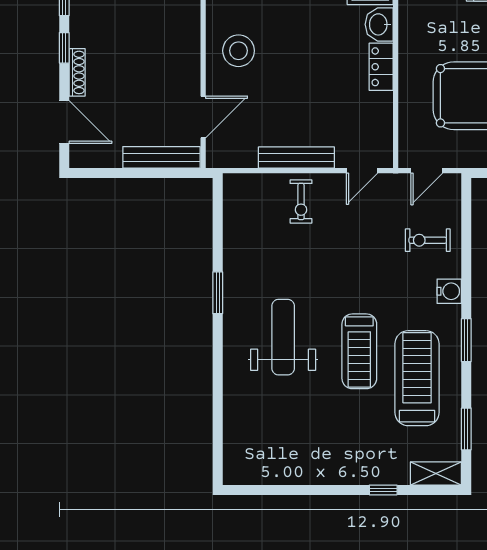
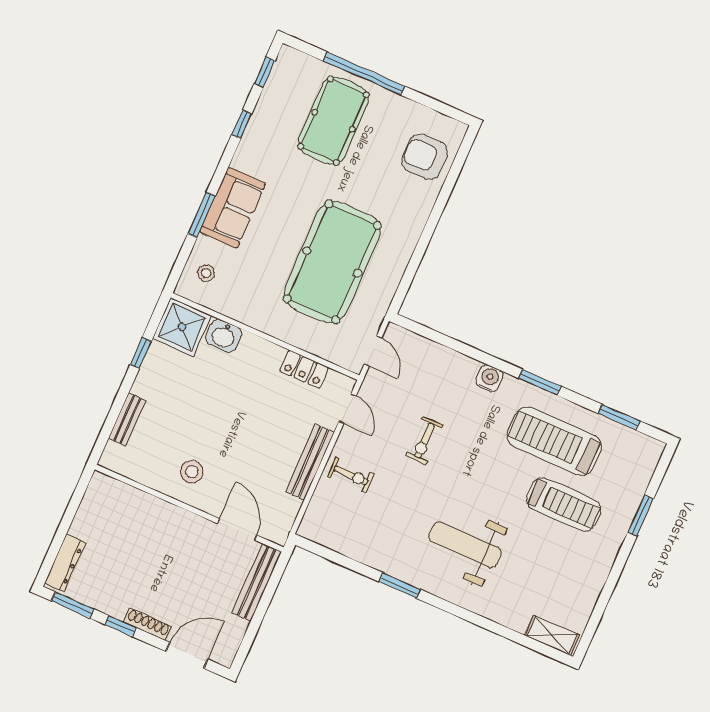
stool: (239, 51) -> (192, 472), width x0.73, depth x0.73
locker: (381, 67) -> (304, 369), moved
exercise bike: (428, 240) -> (424, 441), moved
treadmill: (359, 351) -> (564, 504), moved
shelving: (436, 473) -> (552, 635), moved, turned 90
window: (383, 490) -> (641, 515), width x1.50

